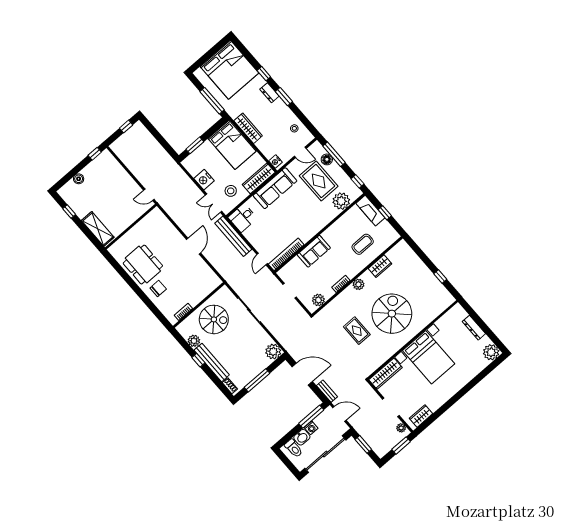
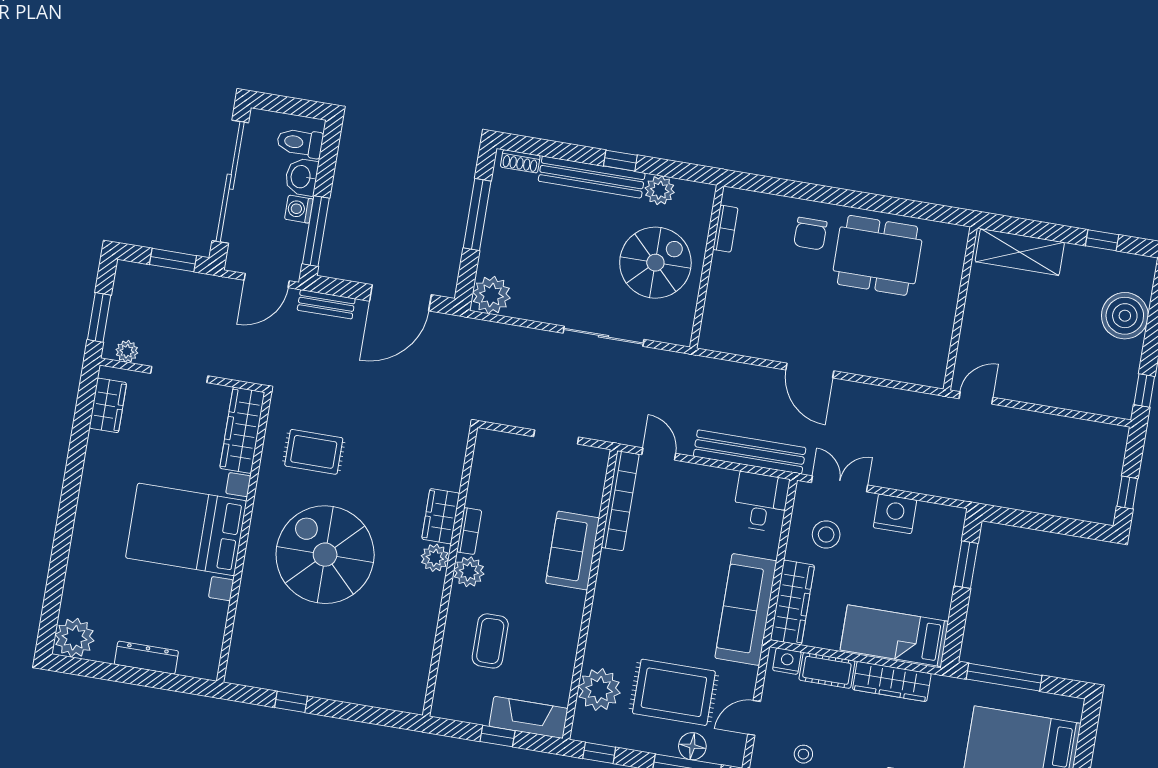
bed: (232, 145) -> (894, 636), width x0.67
cot: (265, 148) -> (827, 670), added
boiler: (79, 179) -> (1125, 316), width x1.86, depth x1.86
wardrobe: (380, 266) -> (441, 516), moved
plant: (318, 300) -> (469, 572), moved
spiral stairs: (392, 314) -> (325, 555), turned 180
spiral stairs: (214, 319) -> (655, 263), turned 180
rug: (357, 331) -> (314, 452), moved

